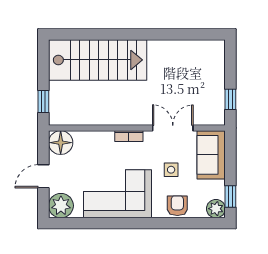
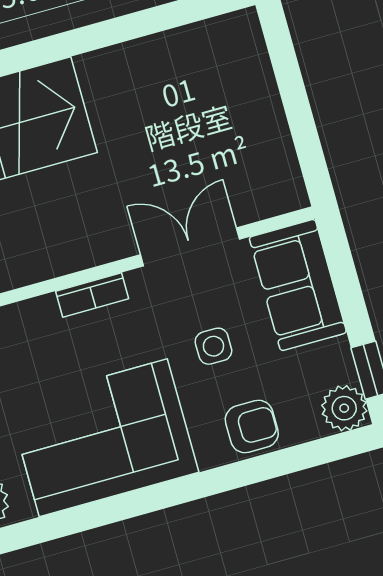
window: (230, 99) -> (307, 142), removed
armchair: (177, 206) -> (252, 426), turned 90

